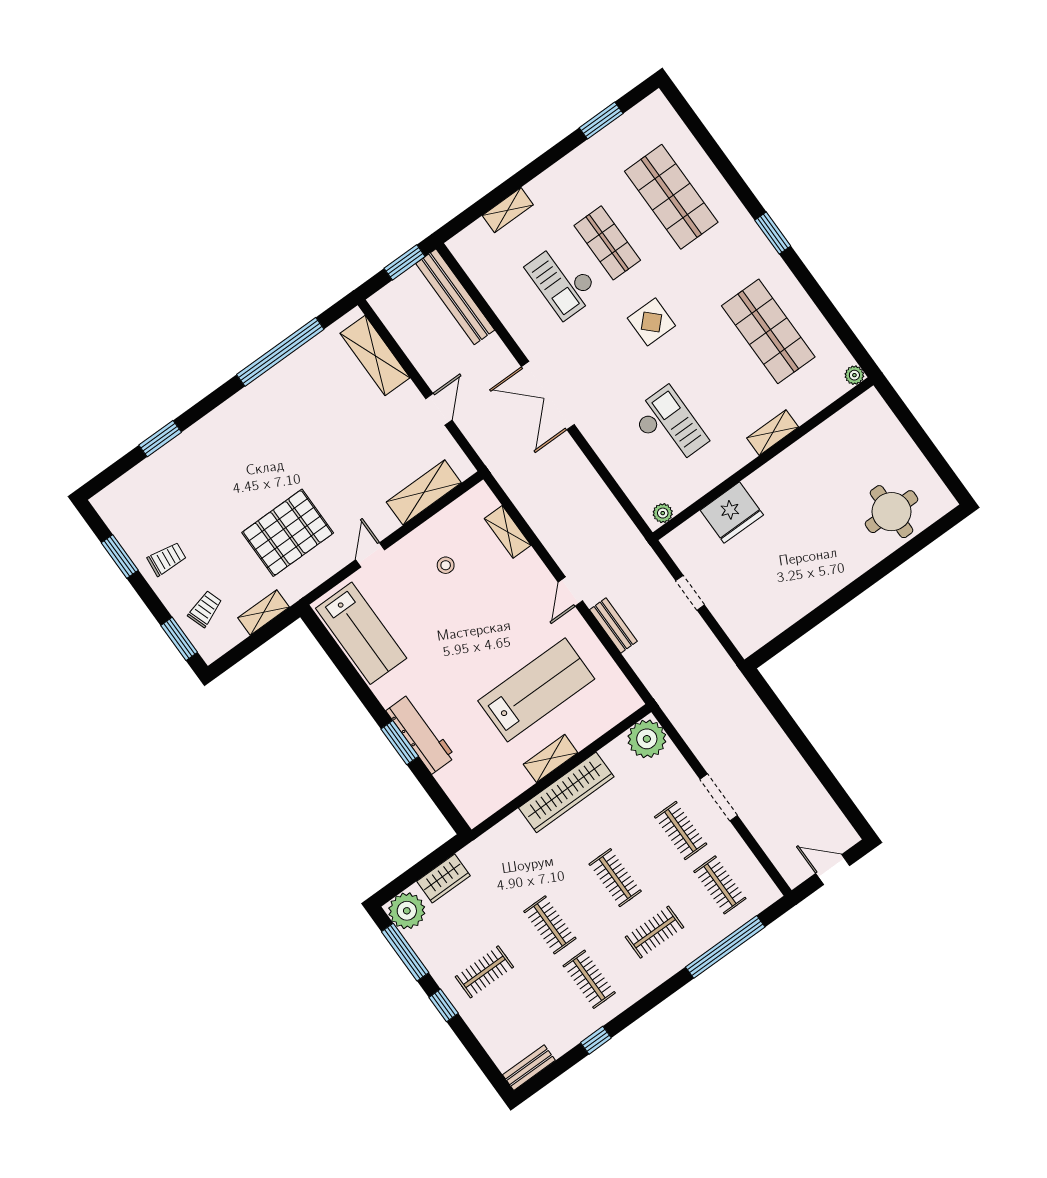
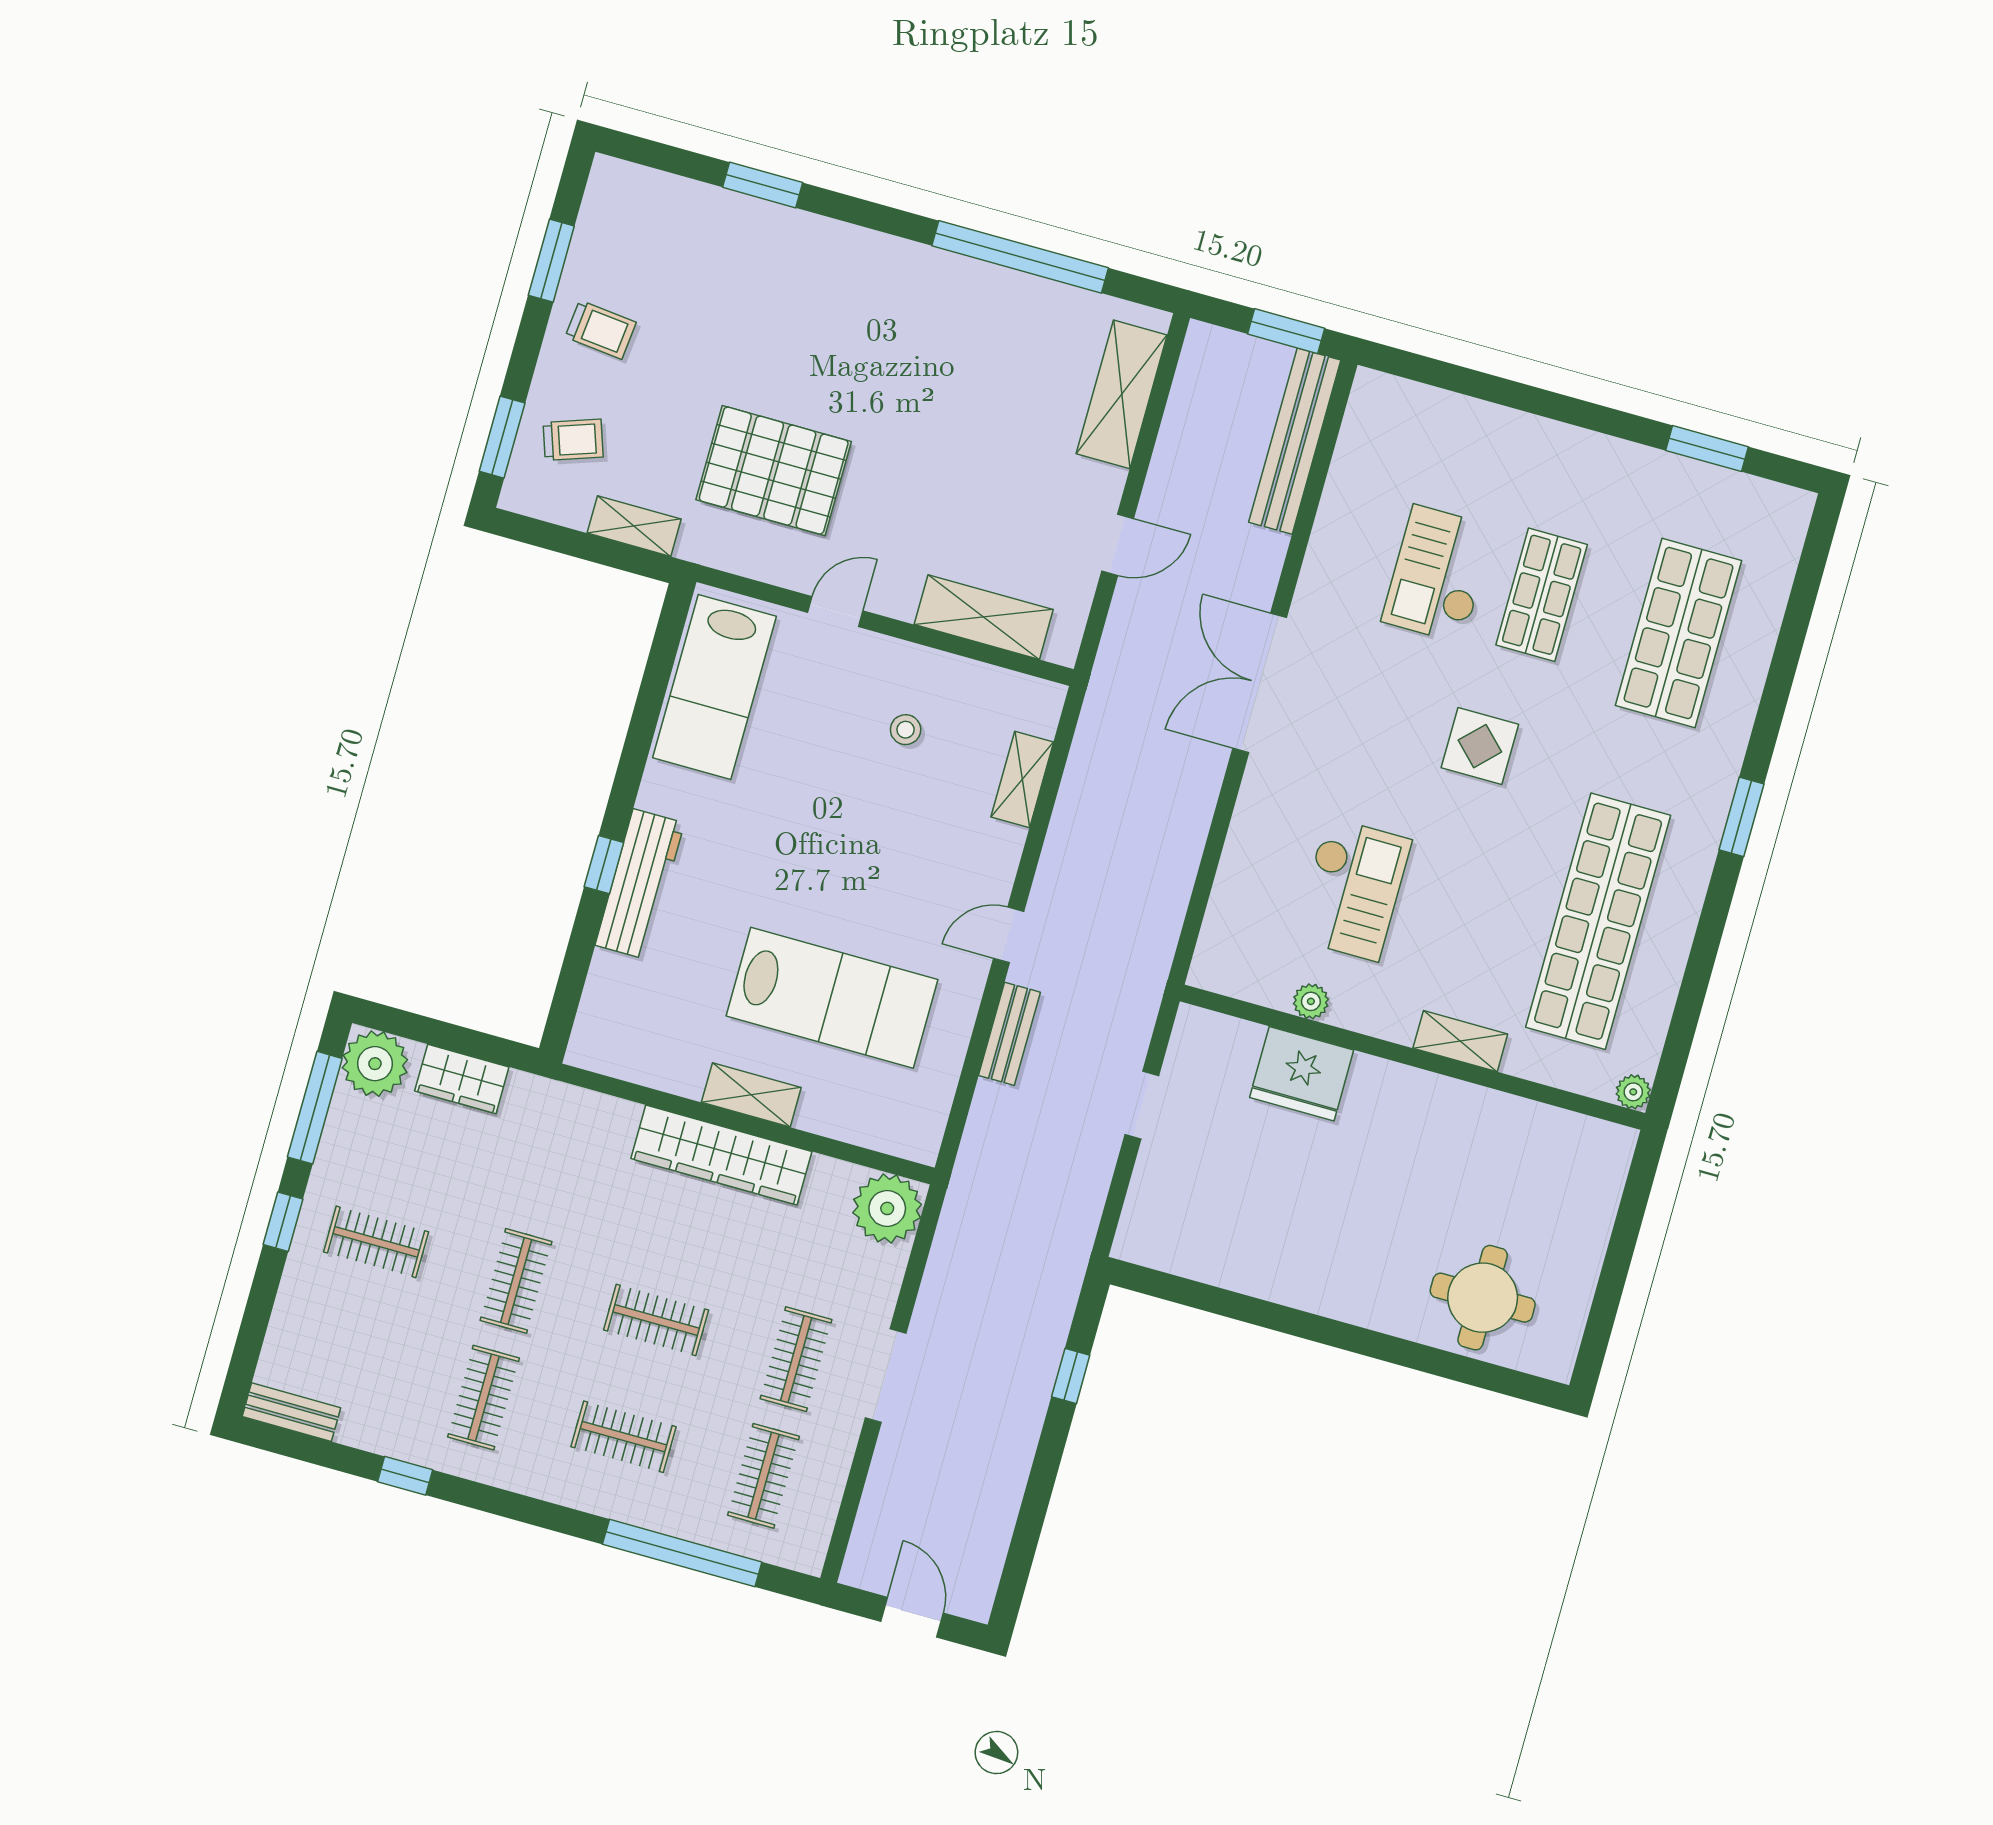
shelving: (508, 210) -> (1476, 418), removed
shop shelf: (768, 331) -> (1598, 921), width x1.40
plant: (663, 513) -> (1311, 1001), moved
window: (783, 717) -> (1071, 1376), added
window: (400, 743) -> (604, 865), width x0.67
clothes rail: (615, 878) -> (656, 1320), turned 90

